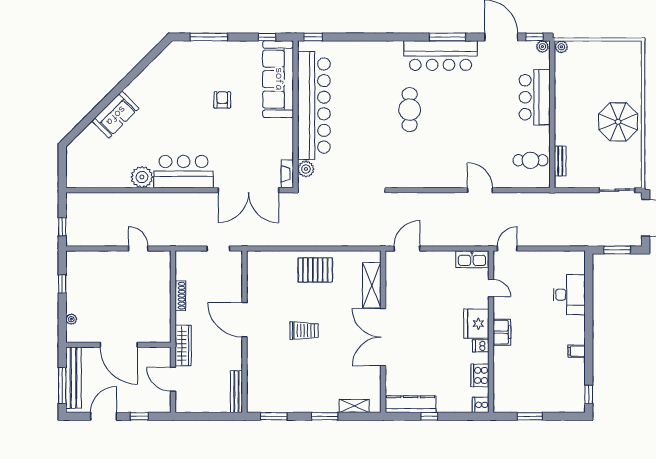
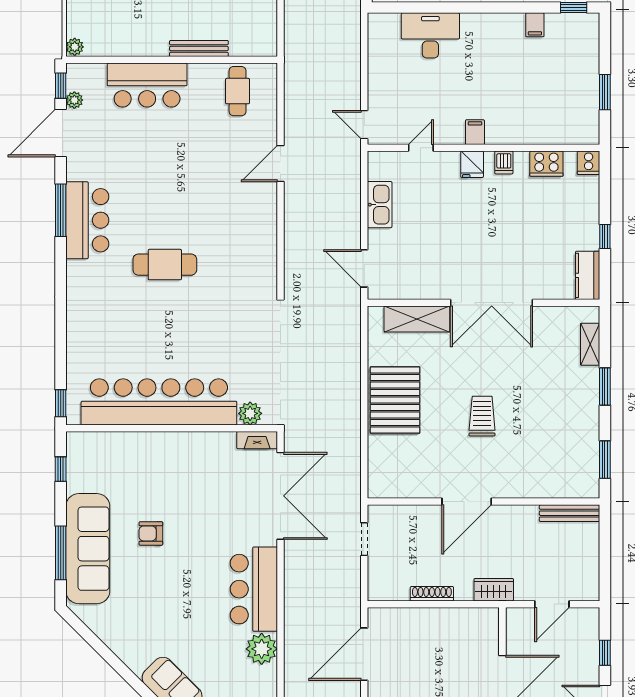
plant: (542, 47) -> (74, 100), moved
bar counter: (441, 56) -> (87, 220), width x0.73
sofa: (278, 79) -> (88, 549), moved, turned -90
bench: (560, 161) -> (199, 49), moved, width x1.36
door: (138, 249) -> (364, 654), width x1.87
kitchen sink: (472, 259) -> (380, 205), moved
pallet: (315, 270) -> (395, 400), width x1.37, depth x1.41
fridge: (476, 324) -> (472, 164), width x0.53, depth x0.75
filing cabinet: (502, 332) -> (475, 132), width x0.50
wardrobe: (183, 346) -> (494, 590), width x0.67
filing cabinet: (577, 351) -> (535, 25), moved
kitchen counter: (411, 404) -> (588, 275), width x0.67

